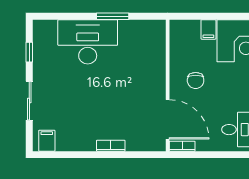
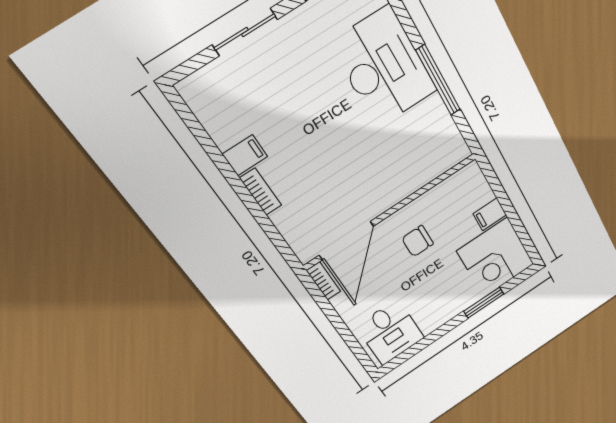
window: (113, 16) -> (438, 80), width x1.44
filing cabinet: (47, 141) -> (245, 155), moved

